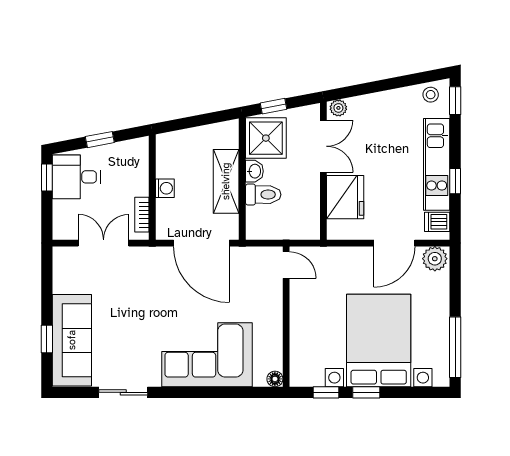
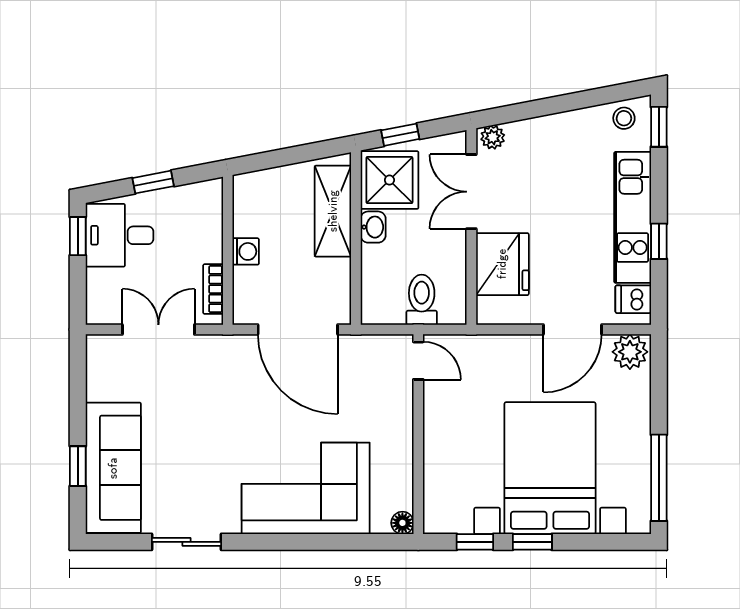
double door: (323, 146) -> (471, 192), swing flipped
shelving: (226, 181) -> (333, 211), moved
toilet: (263, 195) -> (422, 300), moved, turned -90

